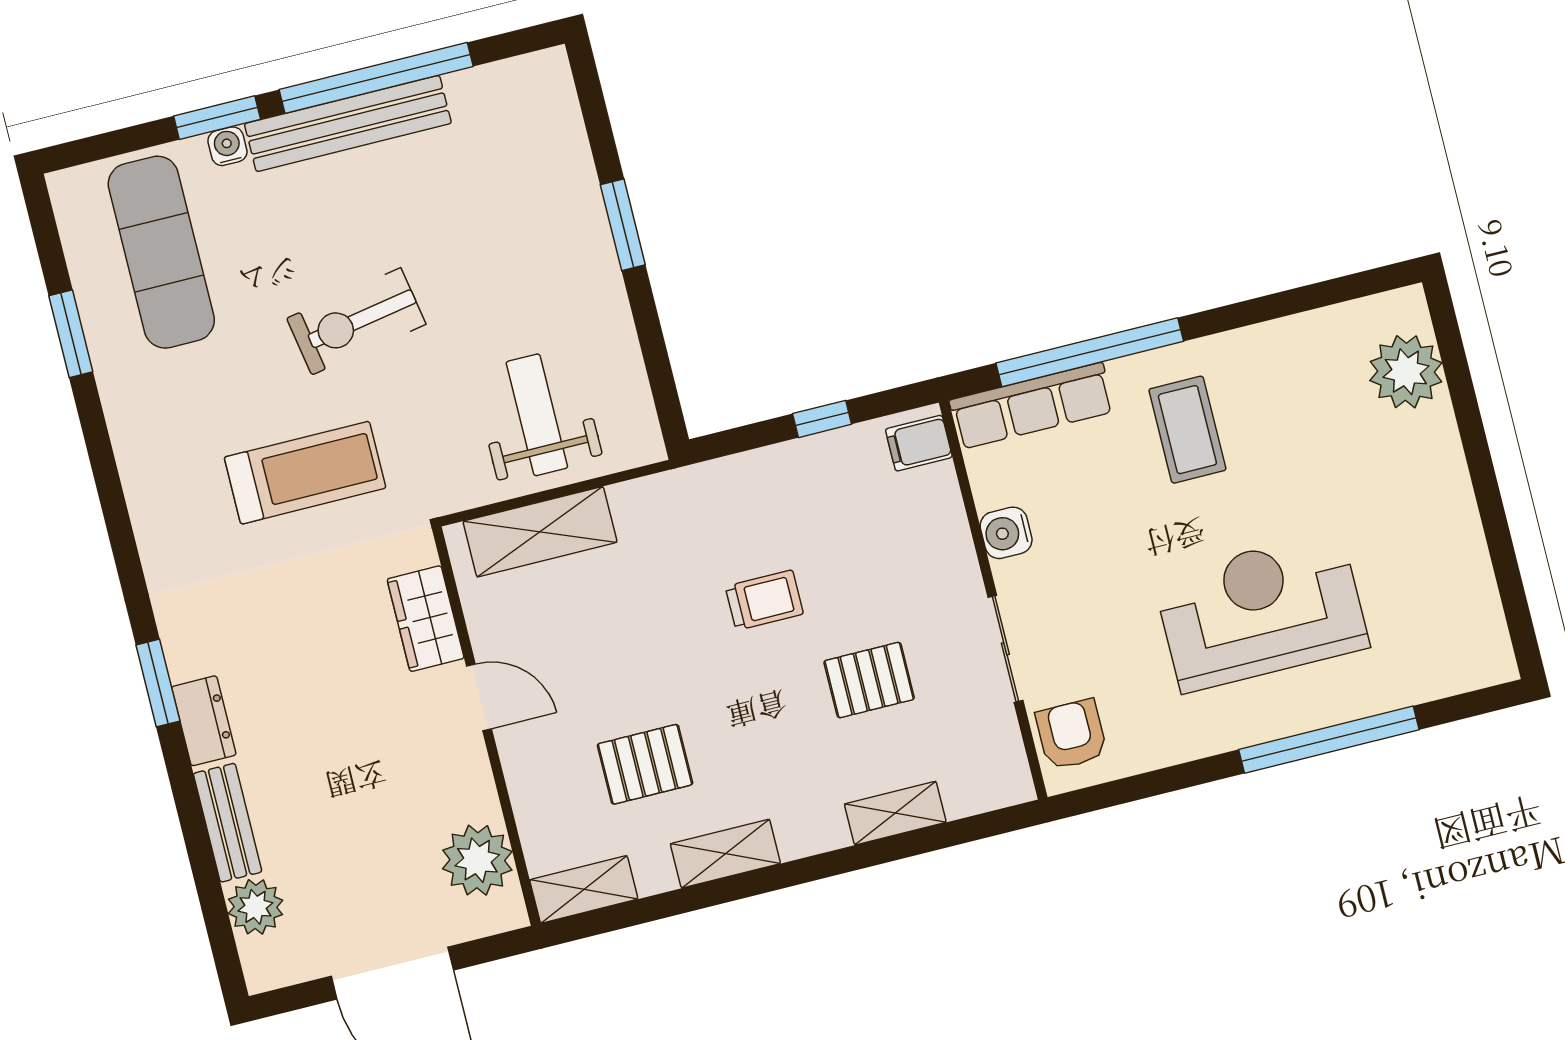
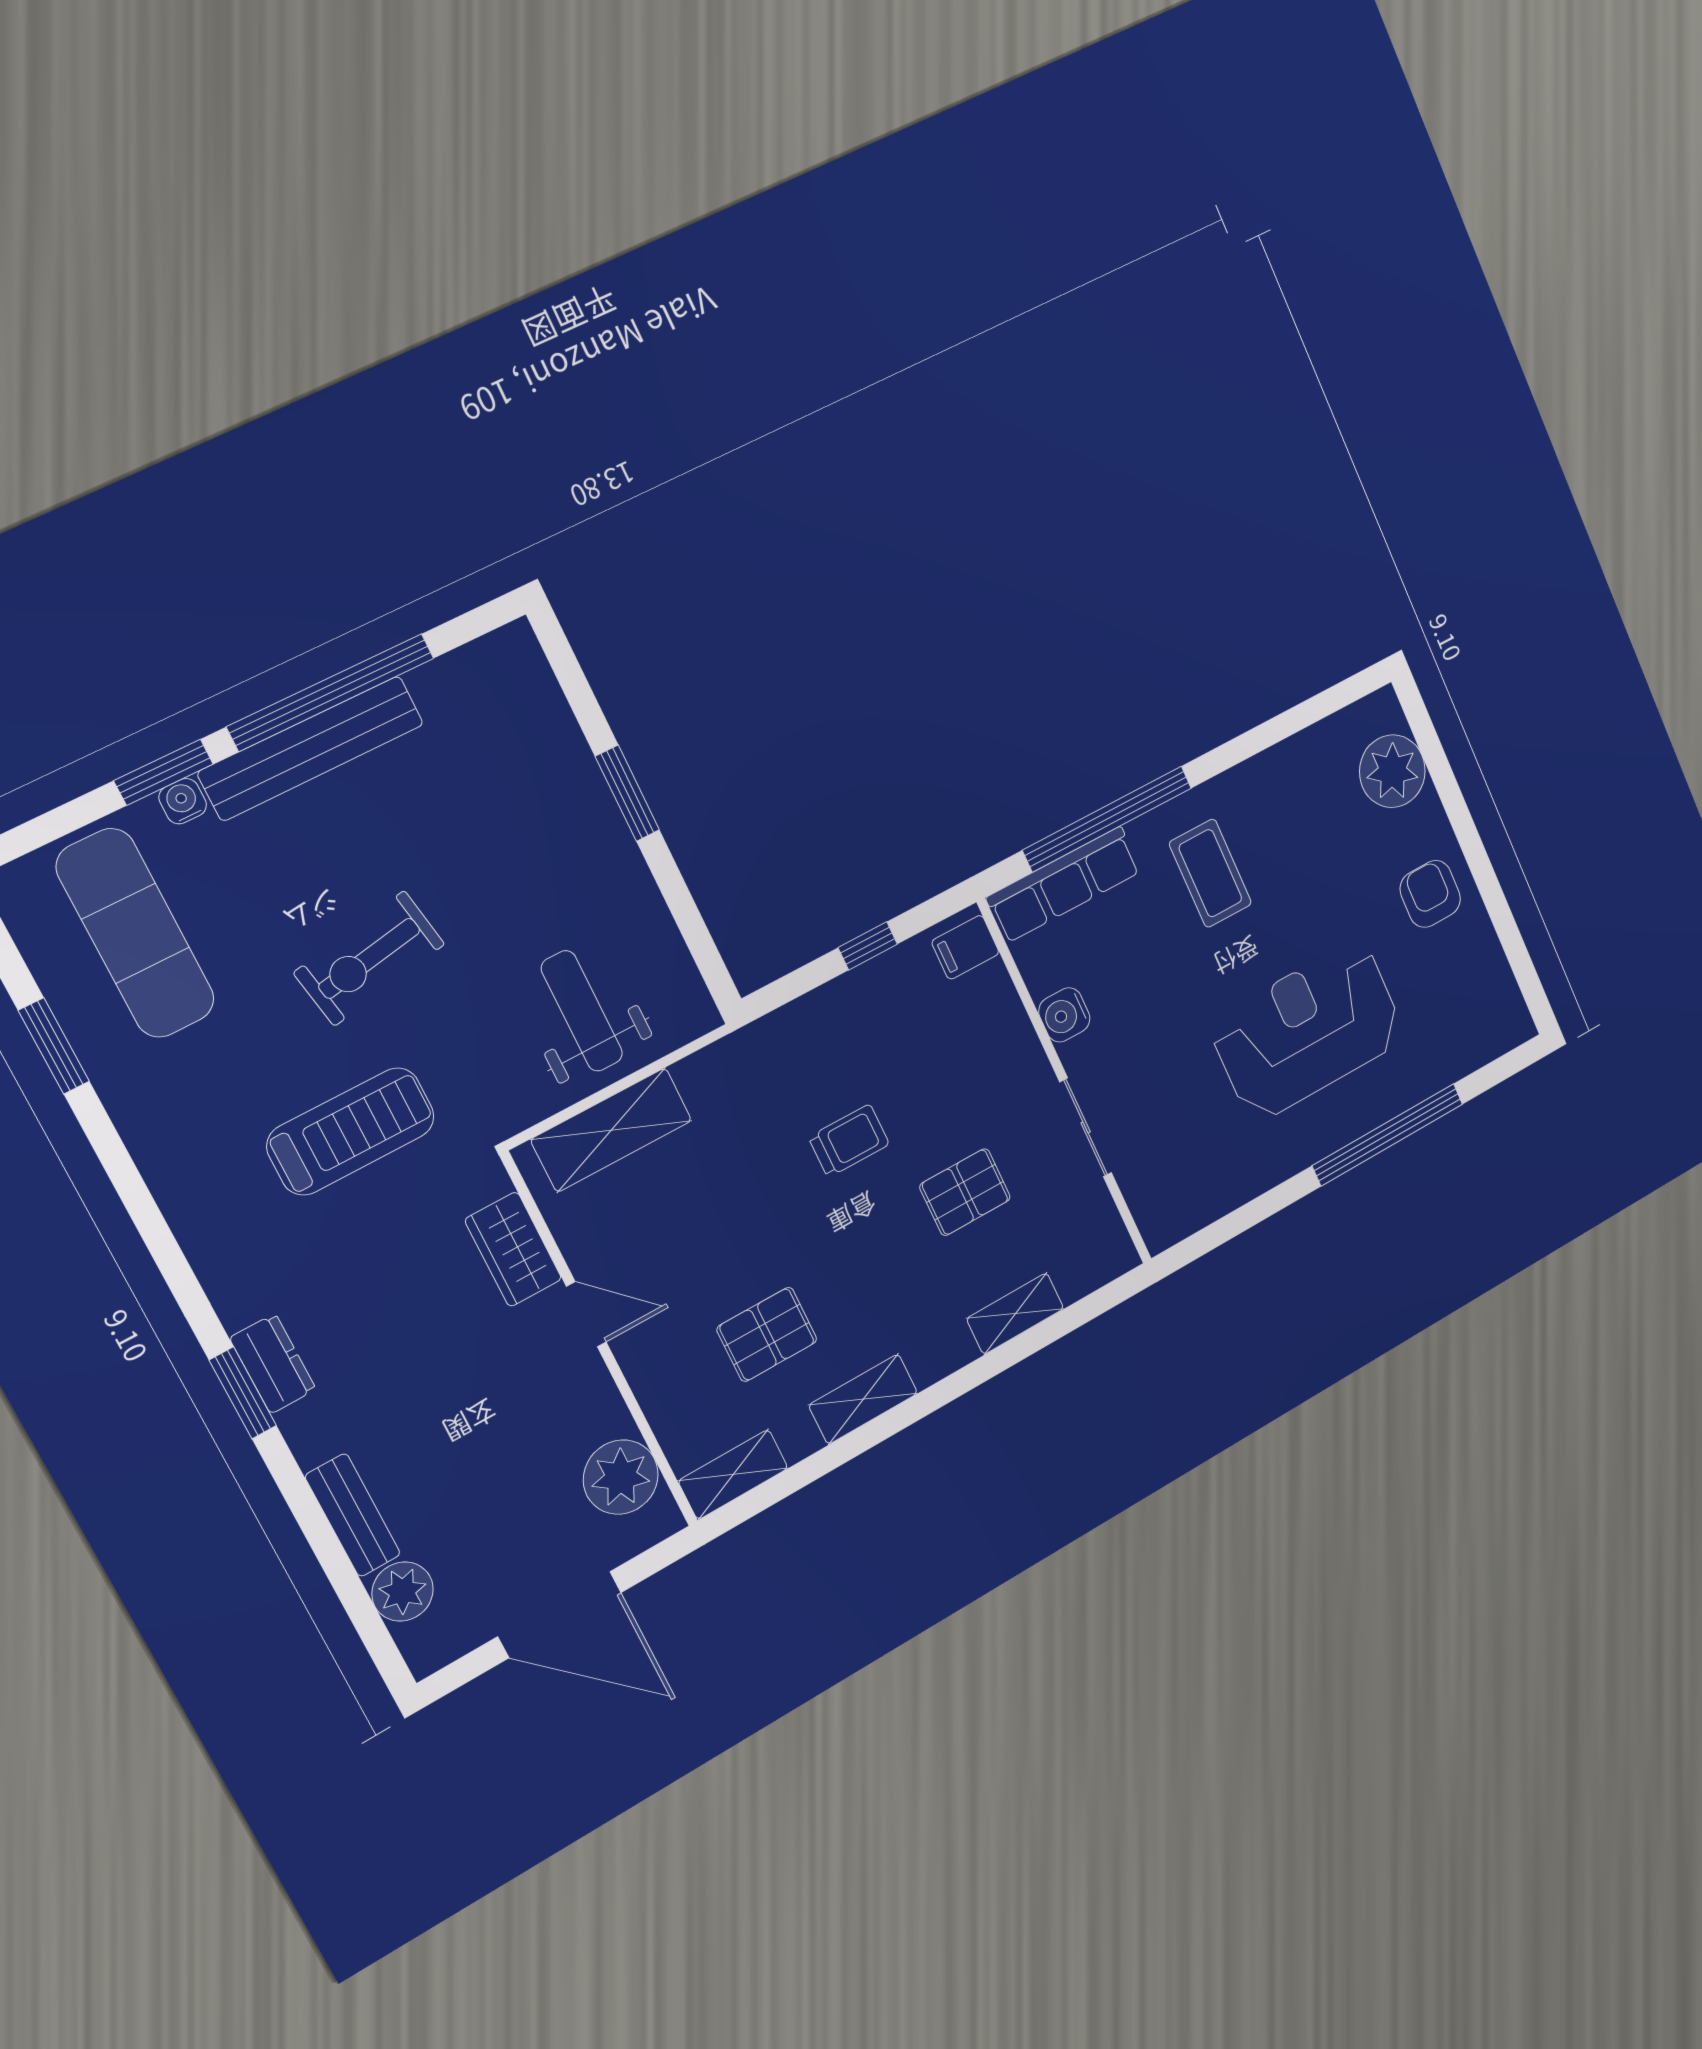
dresser: (204, 721) -> (273, 1364), moved
armchair: (1071, 735) -> (1430, 894), moved

